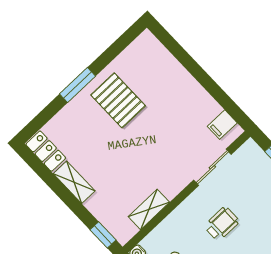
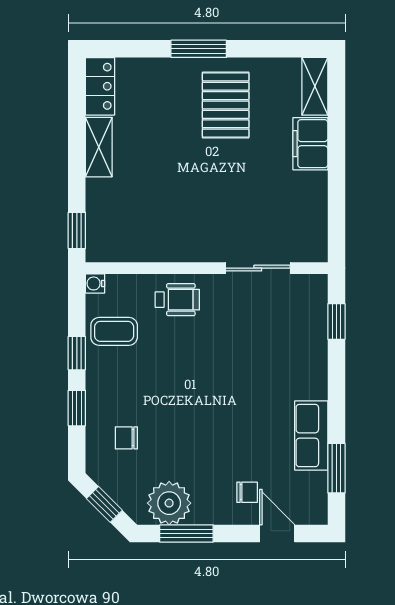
filing cabinet: (222, 125) -> (310, 144), moved, width x2.00
shelving: (149, 209) -> (315, 86), moved, turned 90
wheelchair: (222, 224) -> (177, 300), moved

